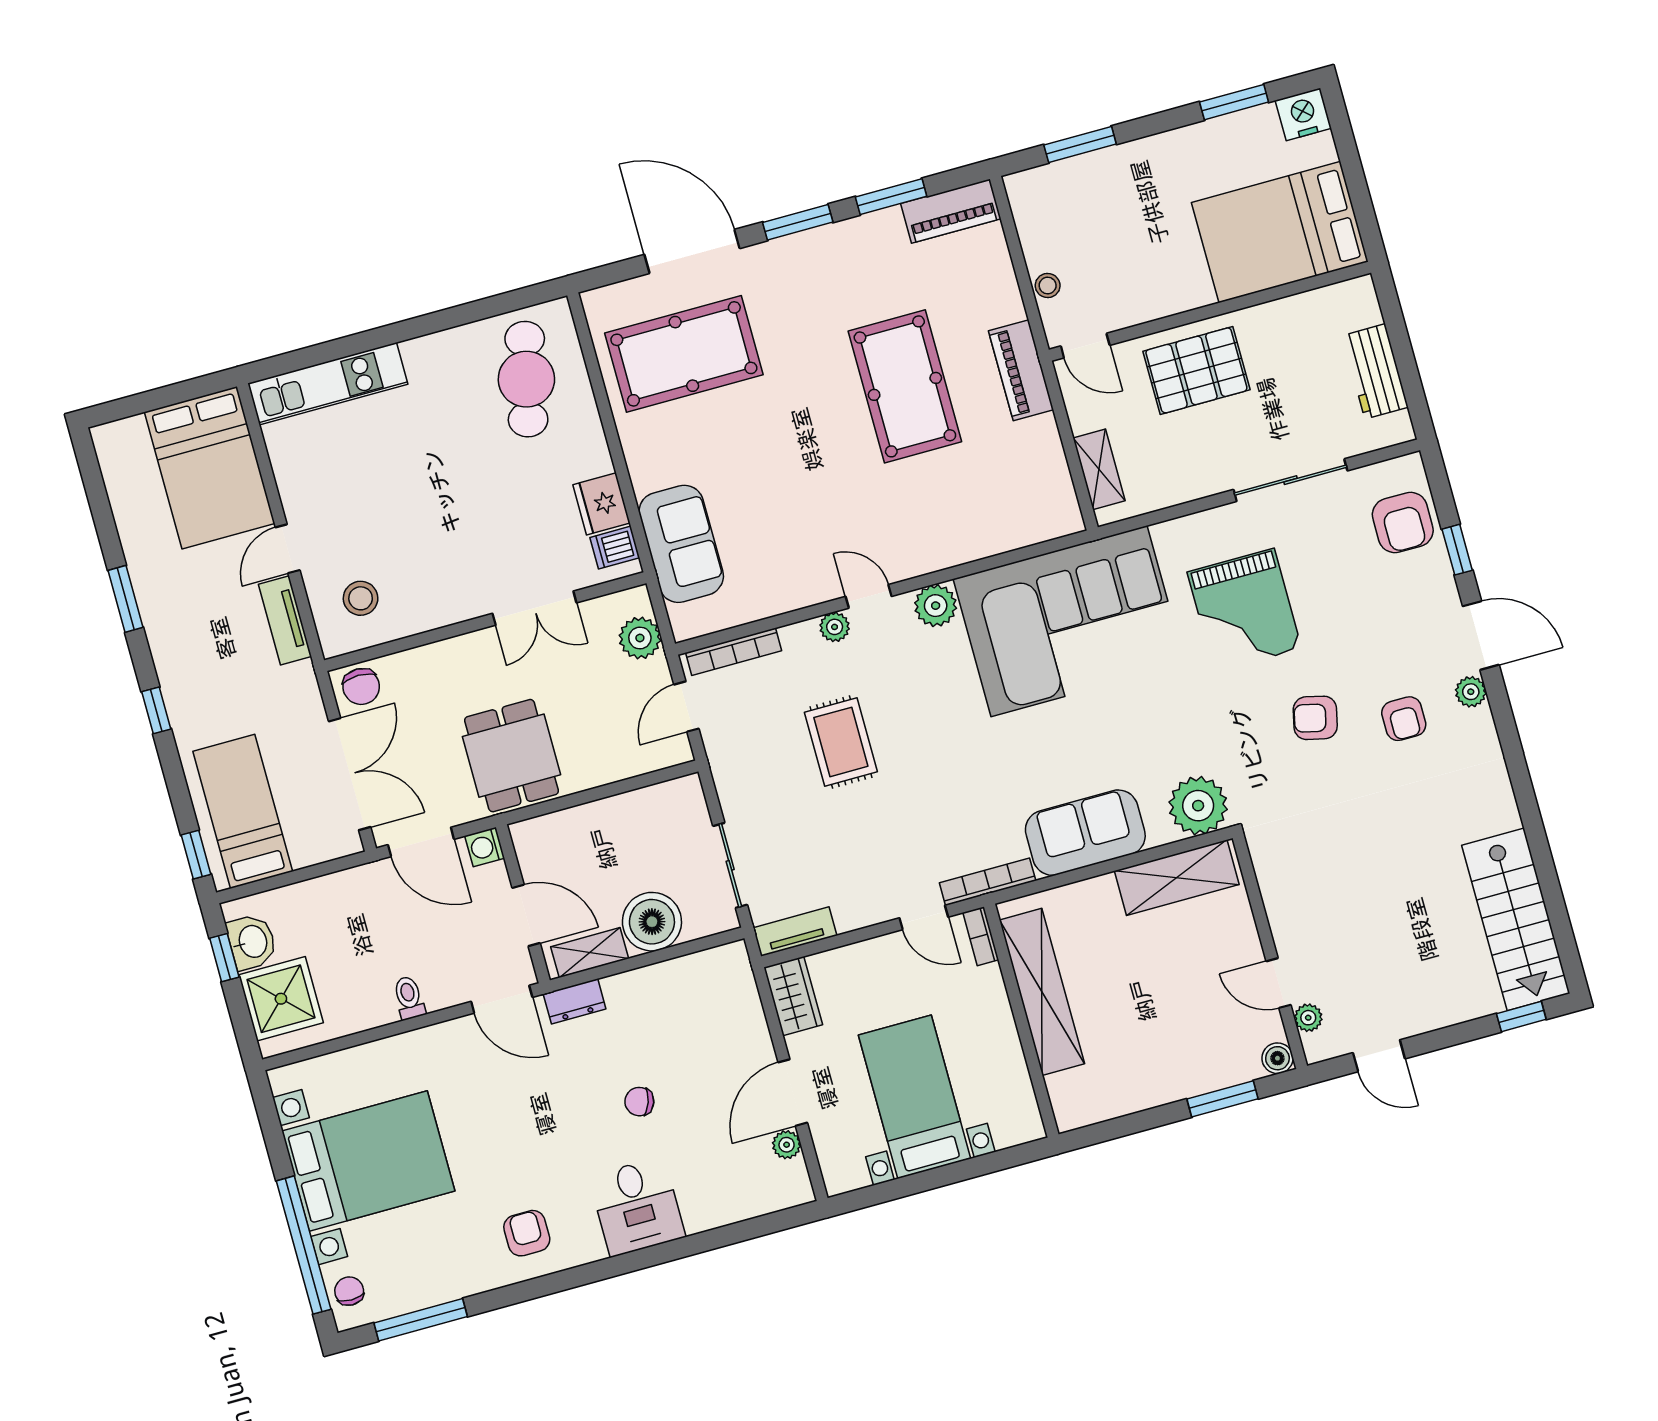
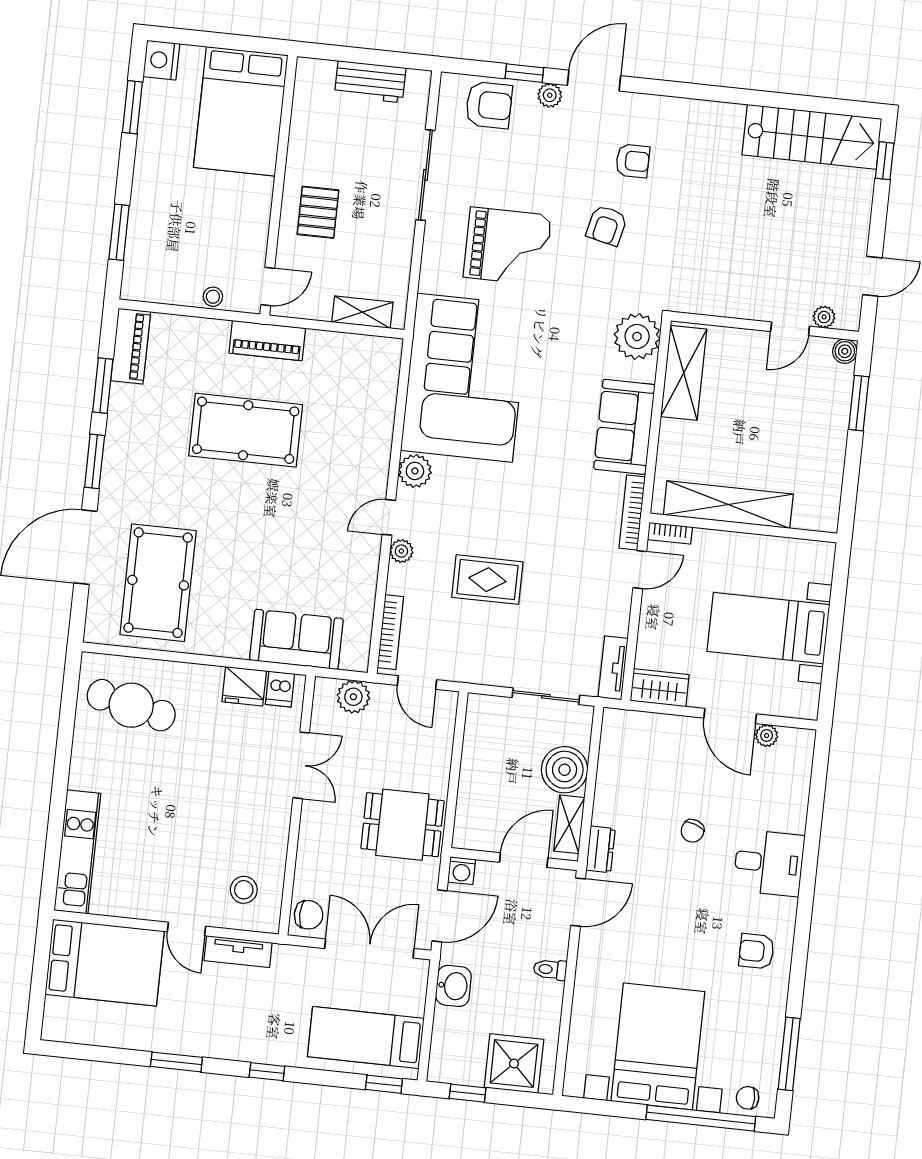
pallet: (1196, 370) -> (318, 212), width x0.67, depth x0.71
plant: (1471, 692) -> (550, 95), moved
washbasin: (252, 942) -> (453, 986), moved, turned 90

